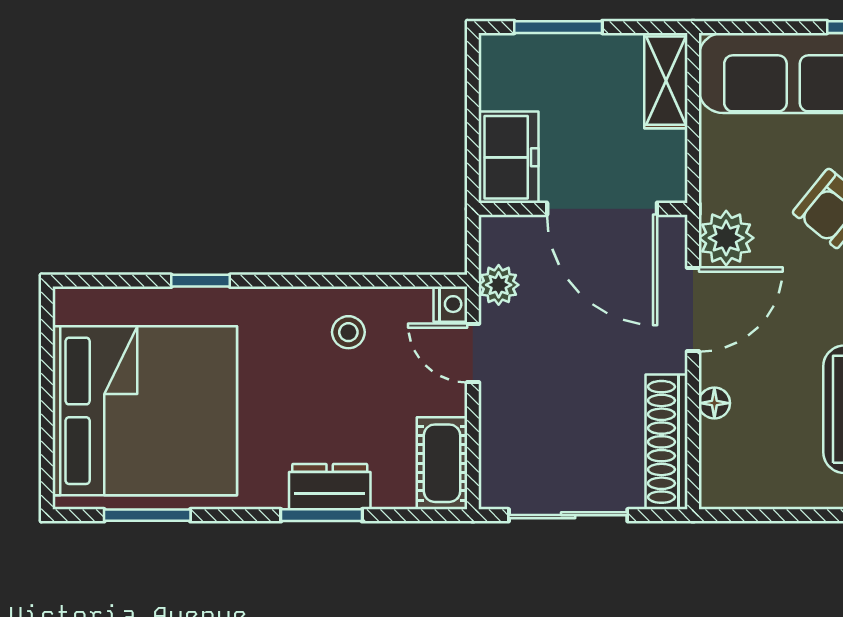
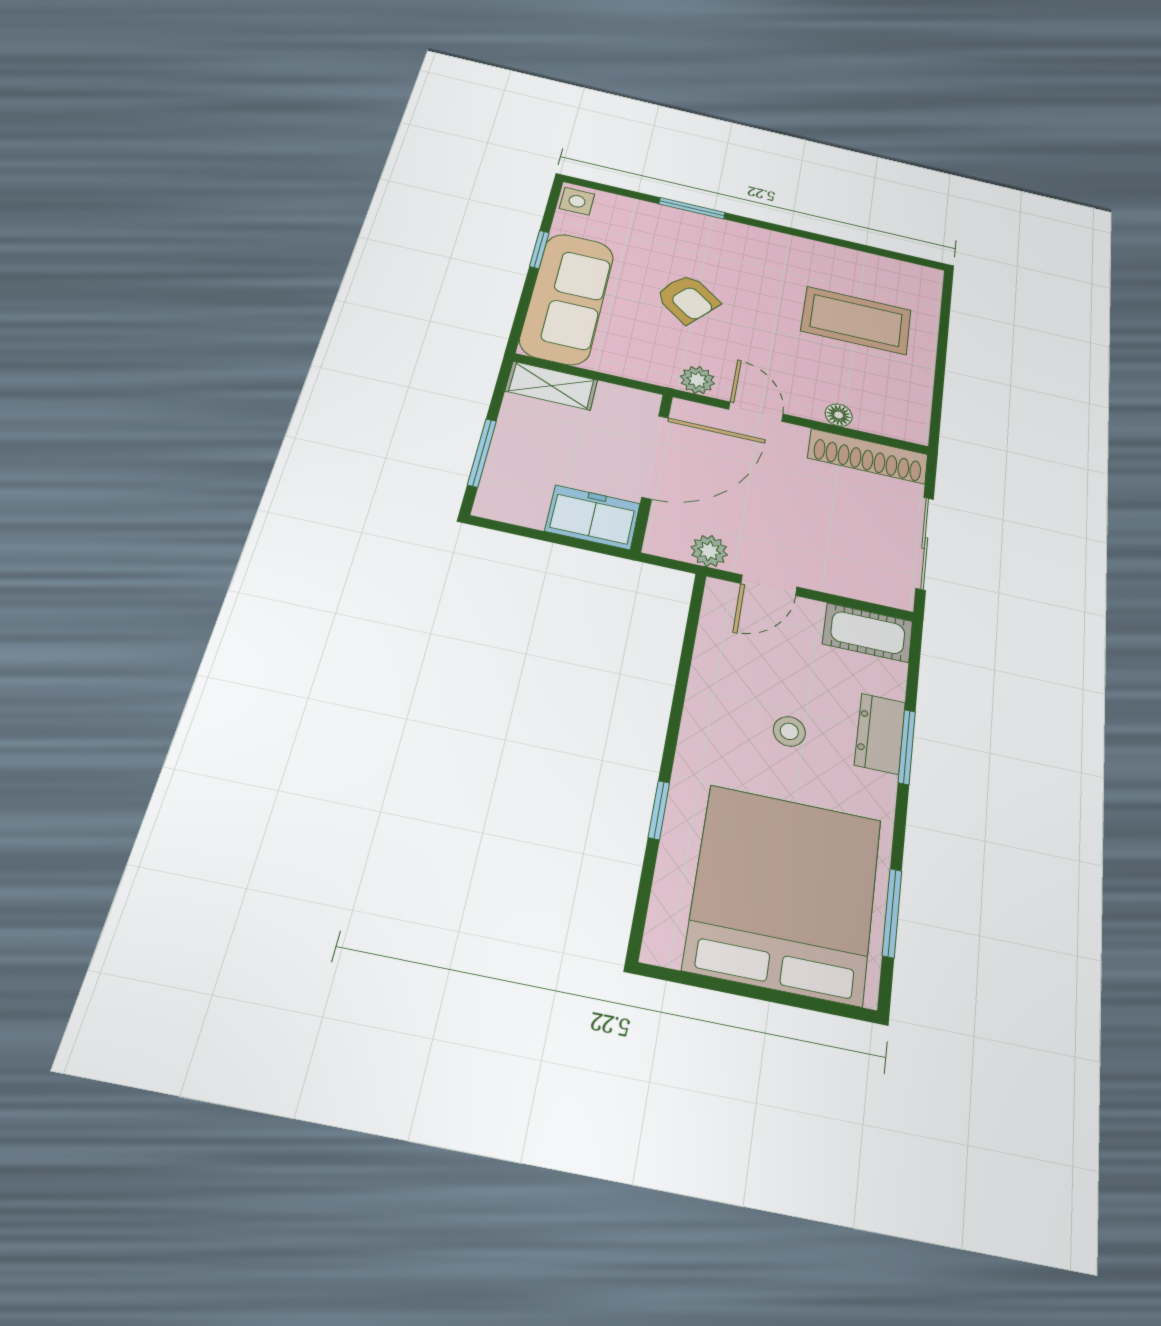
plant: (726, 238) -> (697, 380), width x0.73, depth x0.73
nightstand: (450, 304) -> (720, 593), removed
door: (693, 309) -> (756, 412), width x0.73
stool: (348, 332) -> (789, 731), moved

